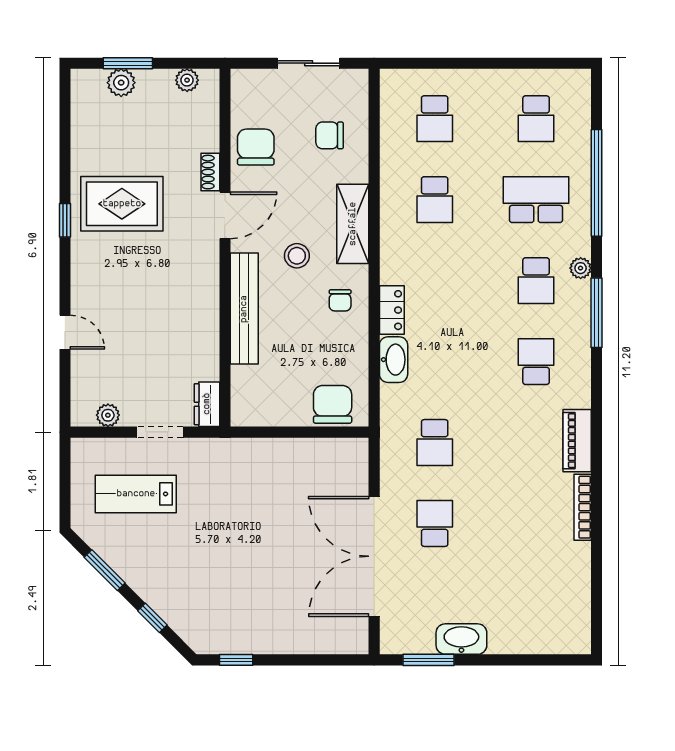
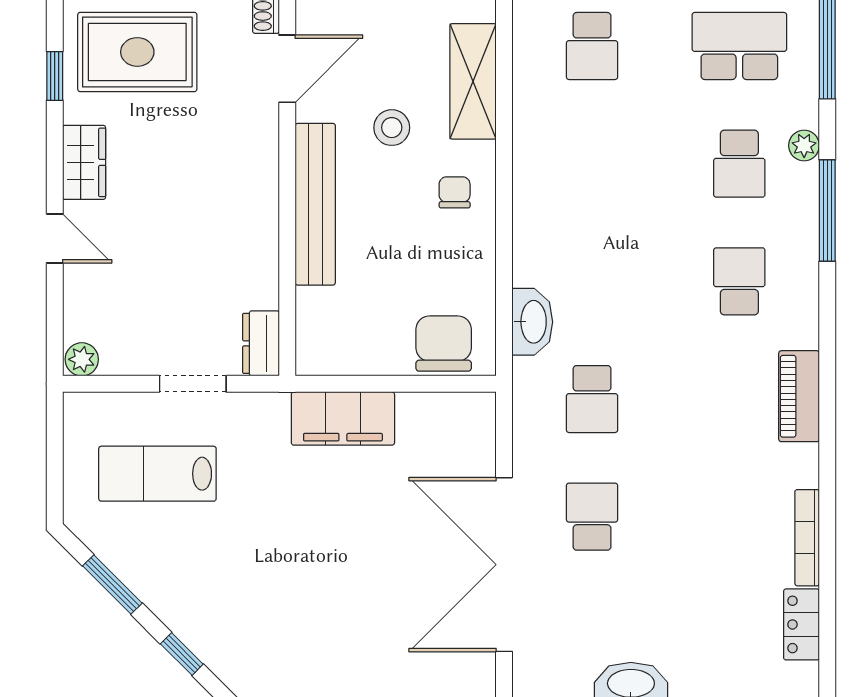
wardrobe: (85, 280) -> (84, 162), added
chair: (340, 300) -> (455, 192), turned 180
locker: (392, 310) -> (801, 624), moved, turned 180
washbasin: (394, 360) -> (532, 322), moved
plant: (108, 415) -> (82, 359), moved
filing cabinet: (263, 456) -> (343, 418), added
bookcase: (583, 507) -> (807, 538), moved

